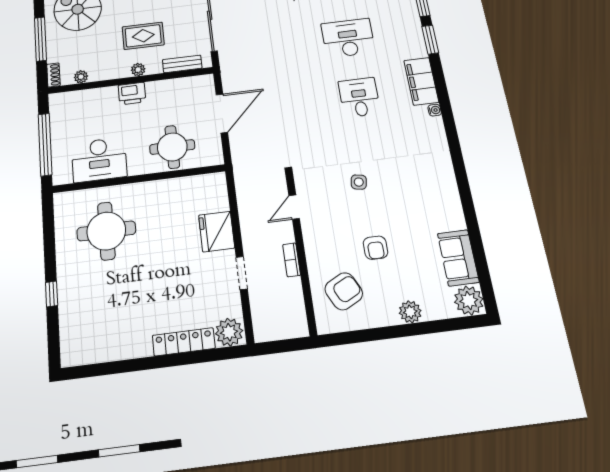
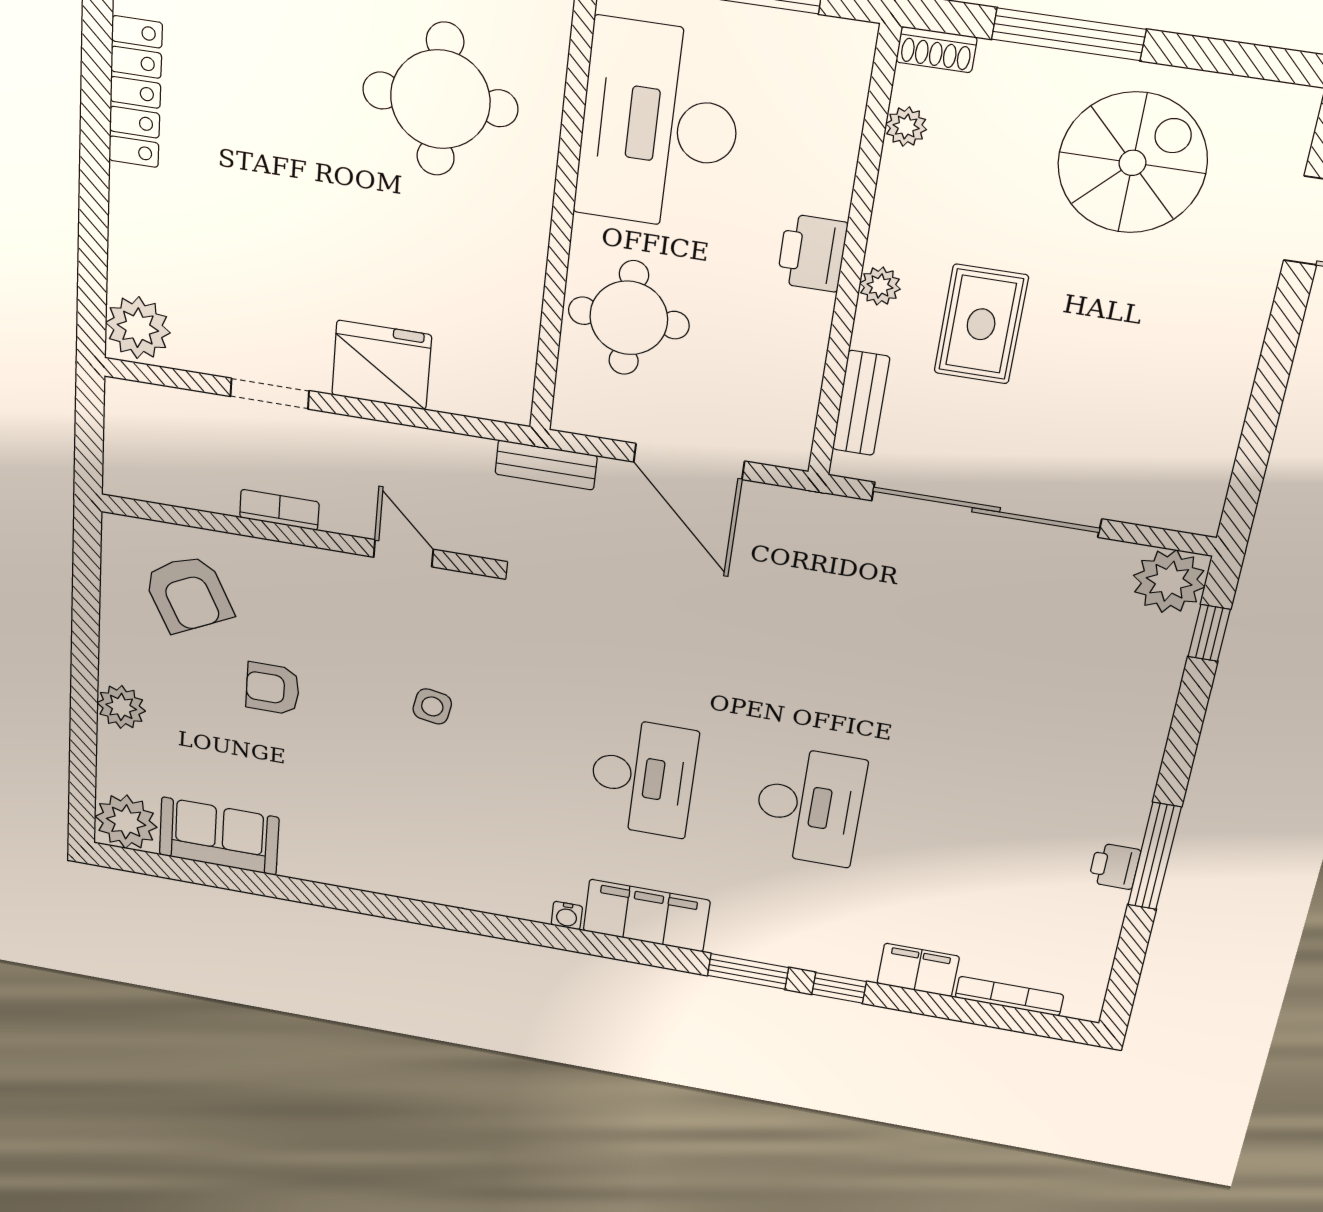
desk: (359, 97) -> (643, 777), width x1.37
desk: (99, 160) -> (659, 126), width x1.36, depth x1.30
bench: (239, 162) -> (546, 465), added
locker: (184, 342) -> (135, 92), moved

